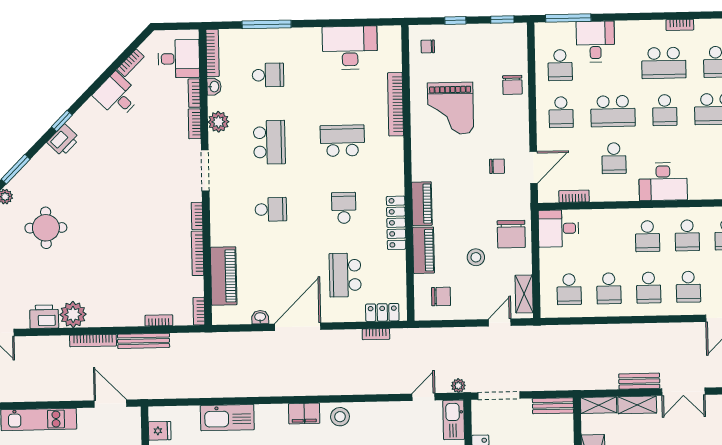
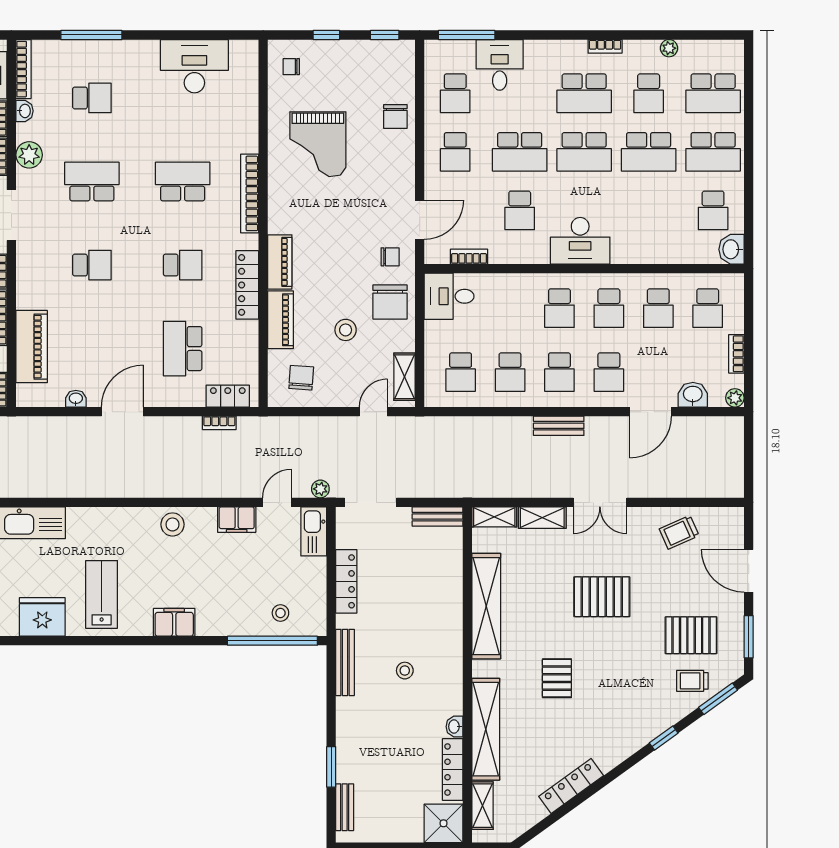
bookcase: (396, 104) -> (250, 193), moved
school desk: (665, 110) -> (584, 152), width x1.85
school desk: (269, 142) -> (92, 182), turned -90
chair: (497, 166) -> (390, 257), moved
school desk: (344, 208) -> (183, 265), turned 90
chair: (441, 296) -> (301, 378), turned -86
door: (298, 327) -> (122, 412), width x0.73
bench: (639, 381) -> (559, 426), moved
filing cabinet: (304, 413) -> (237, 520), moved

